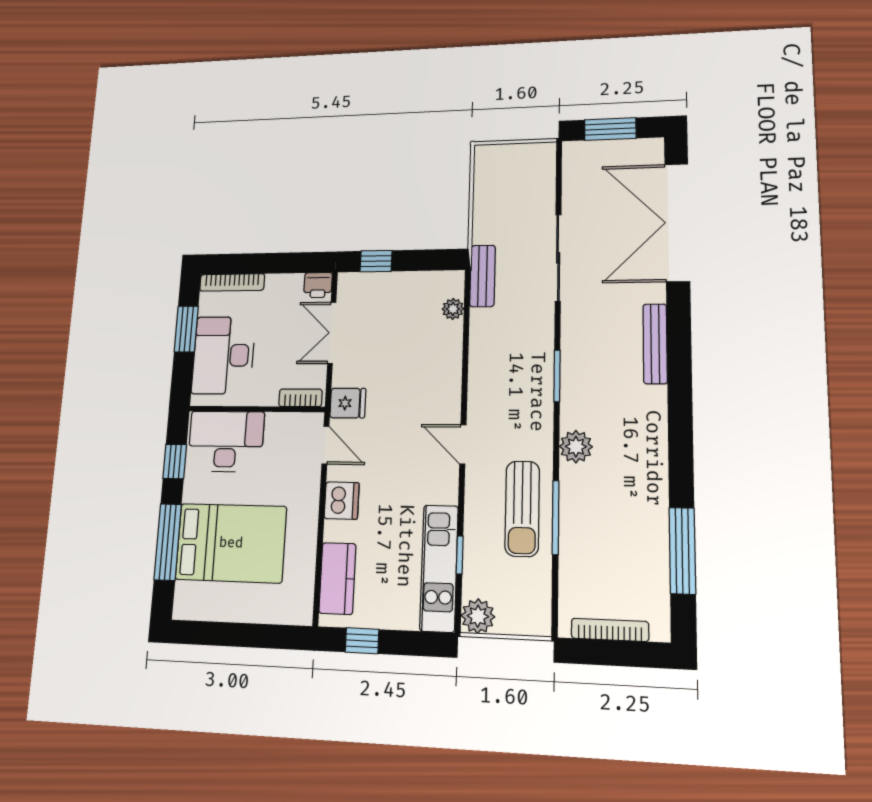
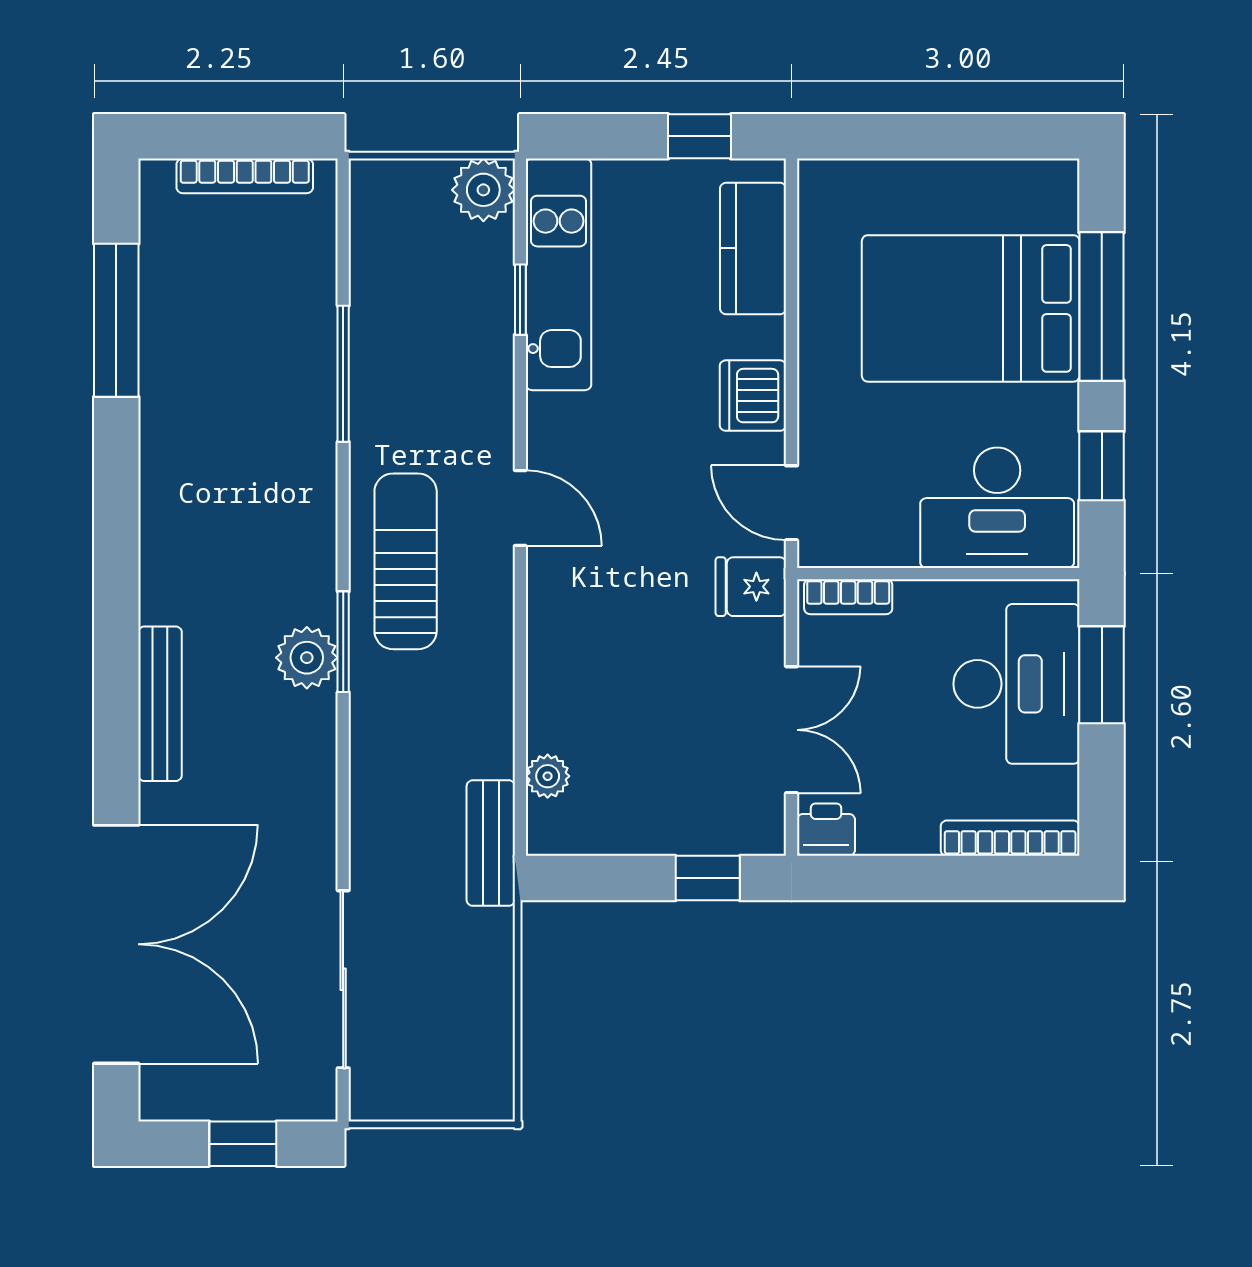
window: (610, 129) -> (243, 1144), width x0.67
sliding door: (558, 258) -> (343, 979), moved
window: (186, 329) -> (1102, 675), moved
plant: (576, 447) -> (307, 658), moved
sun lounger: (522, 509) -> (406, 561), moved

